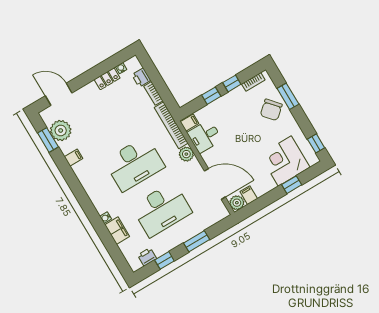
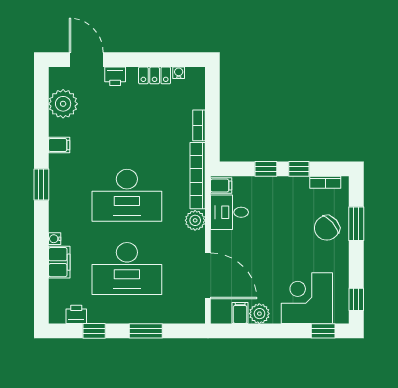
printer: (141, 78) -> (115, 76), moved, turned -90
window: (48, 140) -> (41, 184), moved
window: (292, 185) -> (323, 331), moved
plant: (237, 203) -> (259, 314), moved

